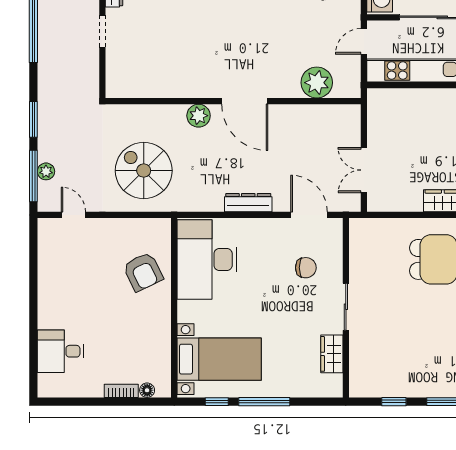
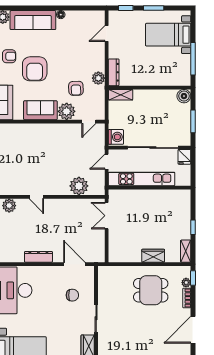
door: (245, 101) -> (36, 197), width x0.53
double door: (364, 170) -> (107, 216), moved

